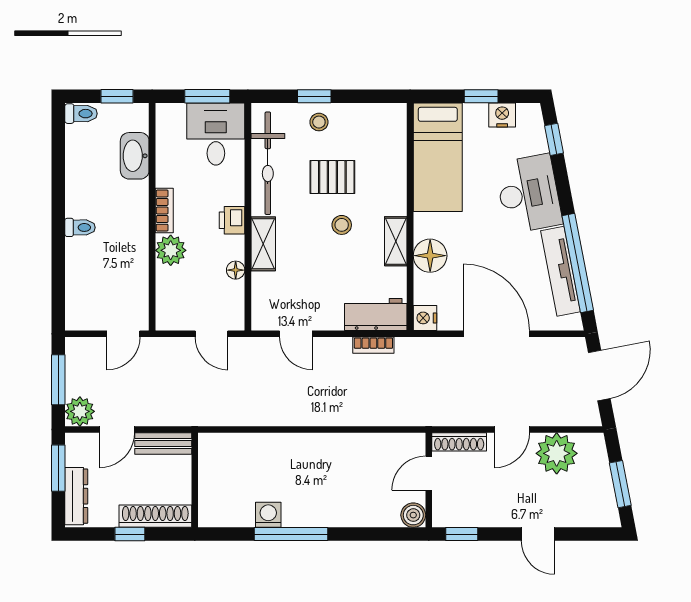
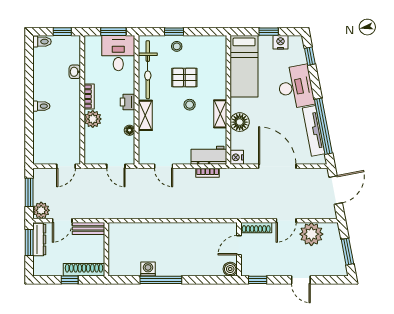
washbasin: (135, 156) -> (75, 72), width x0.52, depth x0.69
dresser: (76, 496) -> (39, 239), moved

